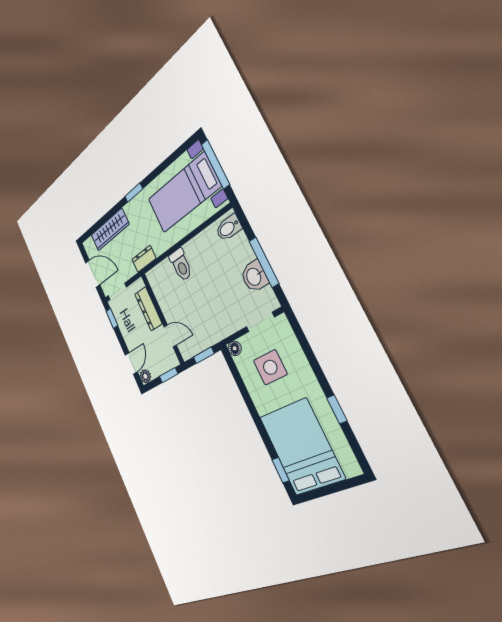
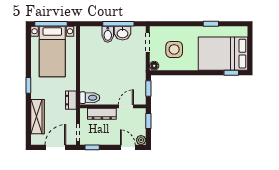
bidet: (229, 228) -> (108, 34), moved
toilet: (181, 265) -> (90, 98), moved

